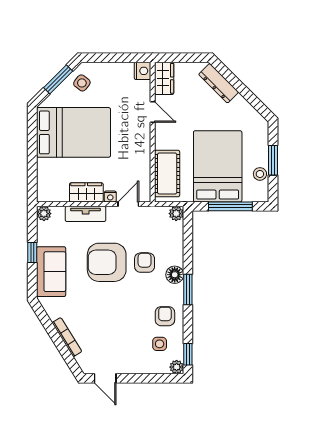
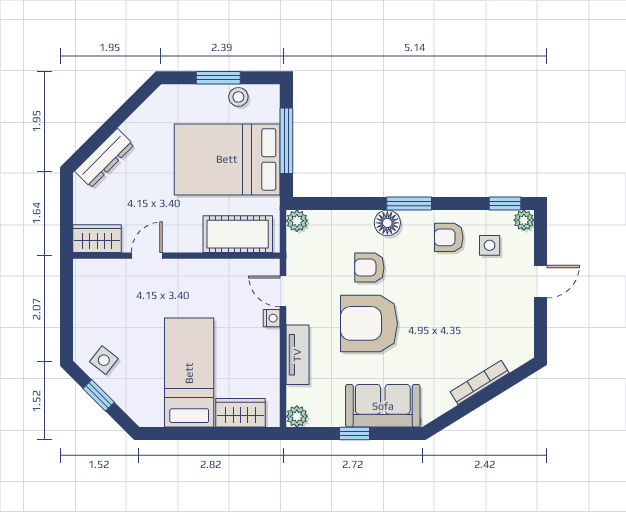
nightstand: (142, 71) -> (86, 271), removed
window: (58, 79) -> (99, 395), width x0.67
bed: (74, 132) -> (189, 373), width x0.67
wardrobe: (86, 192) -> (241, 413), moved, turned 90
armchair: (107, 262) -> (369, 323), turned 90
door: (105, 378) -> (541, 282), moved

